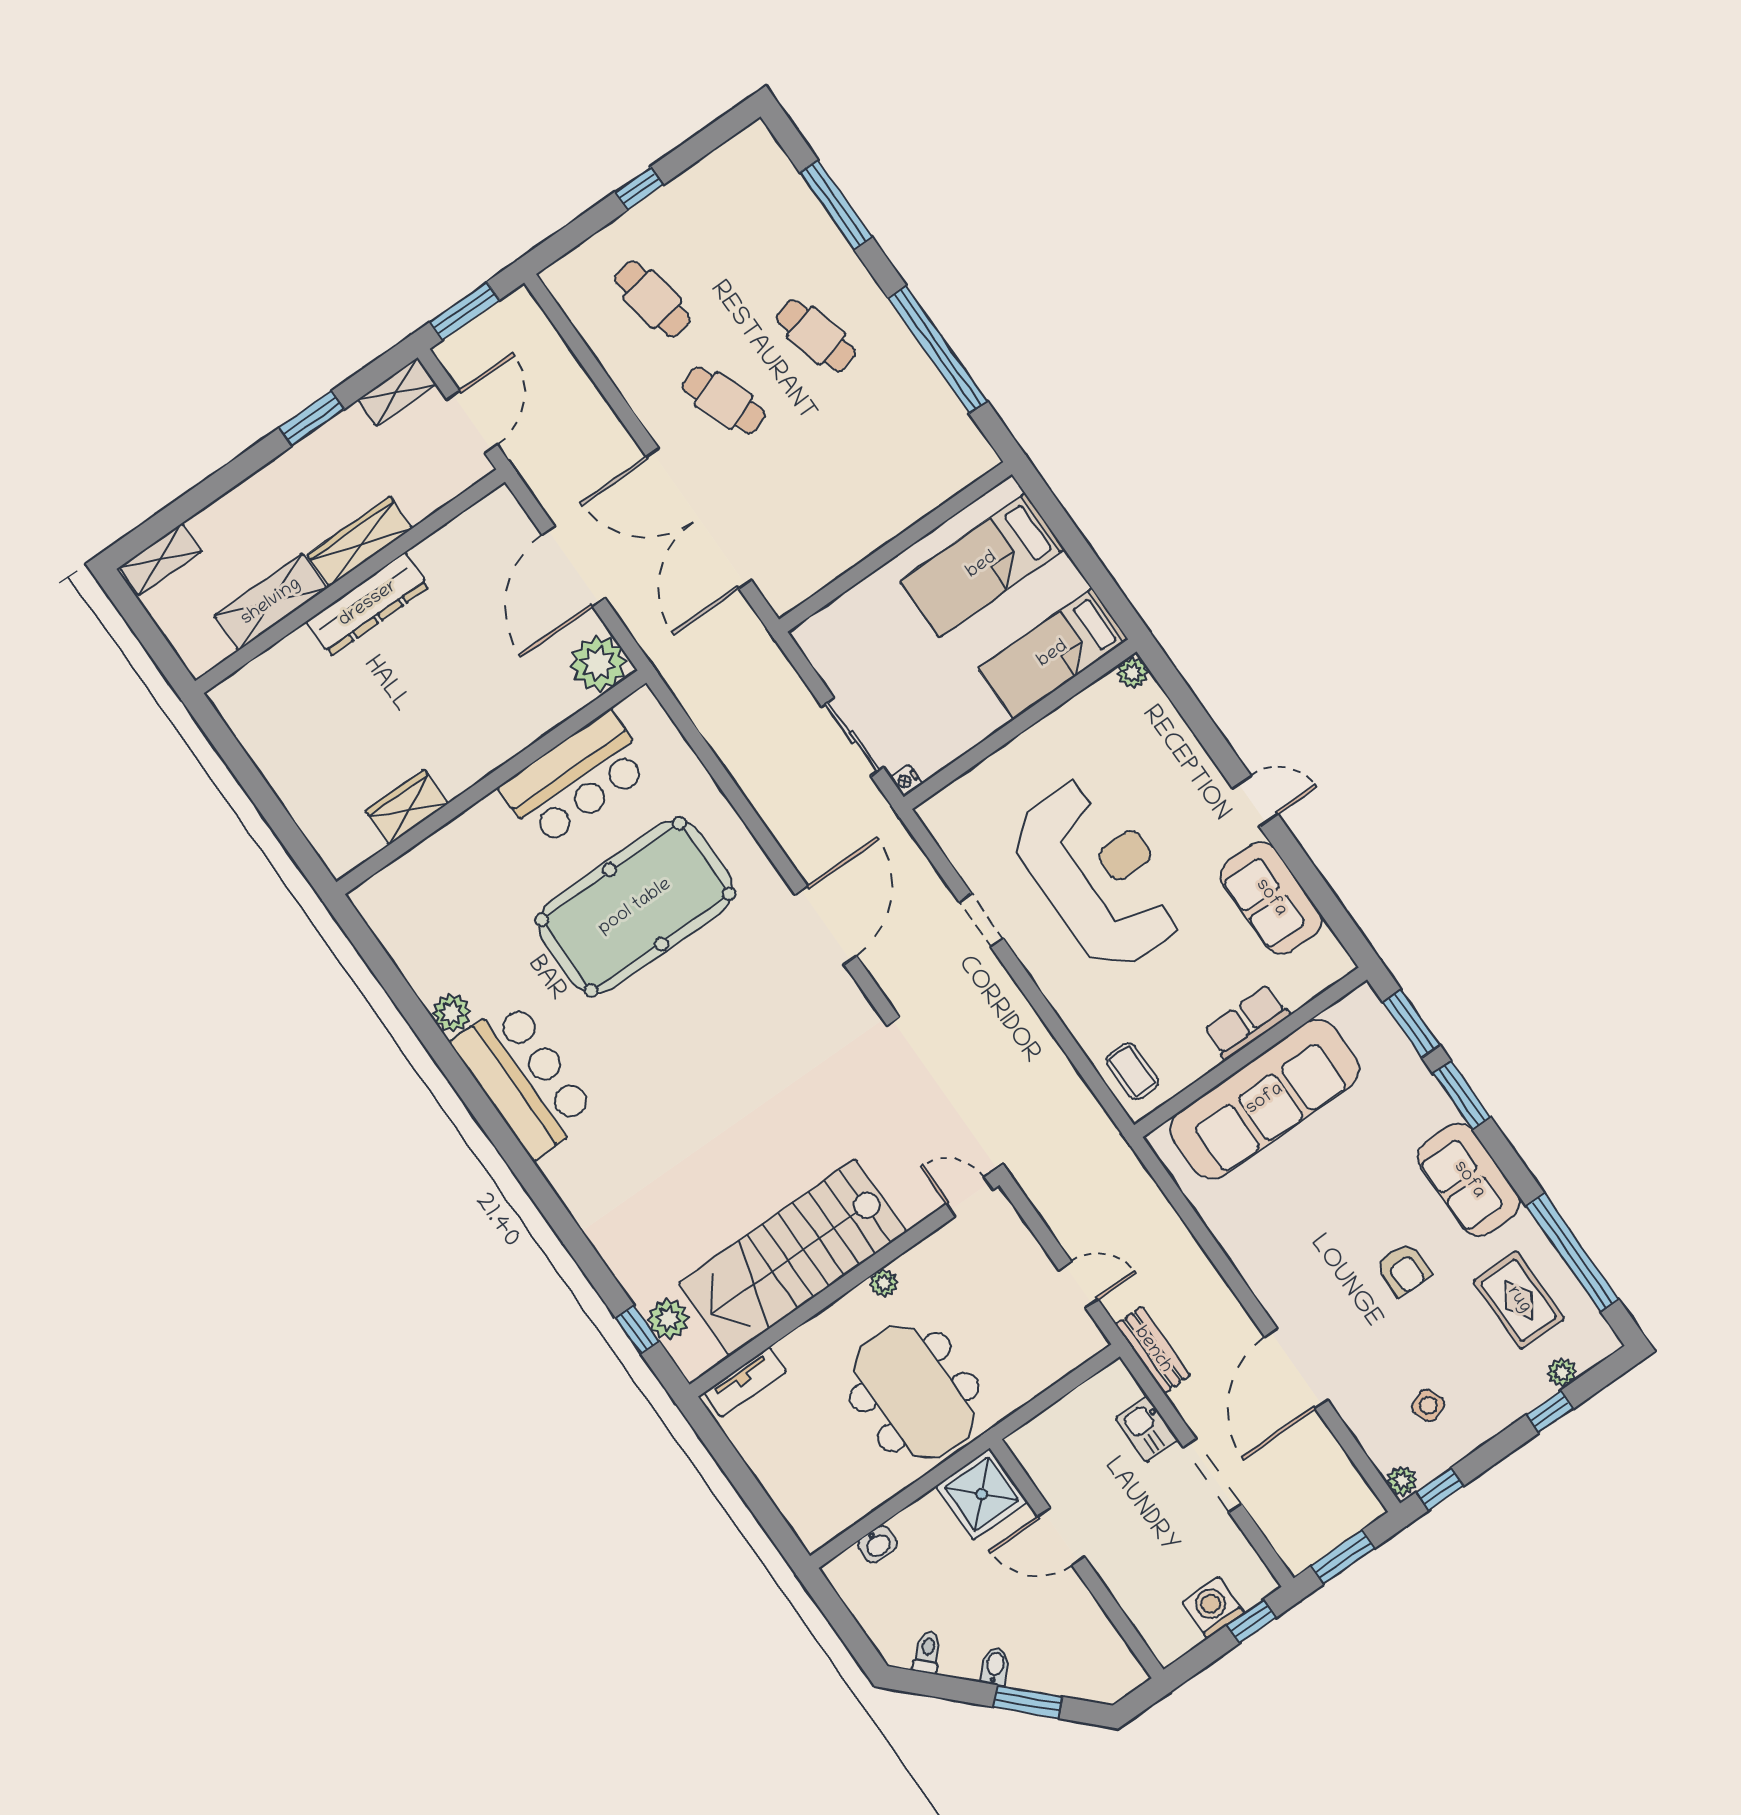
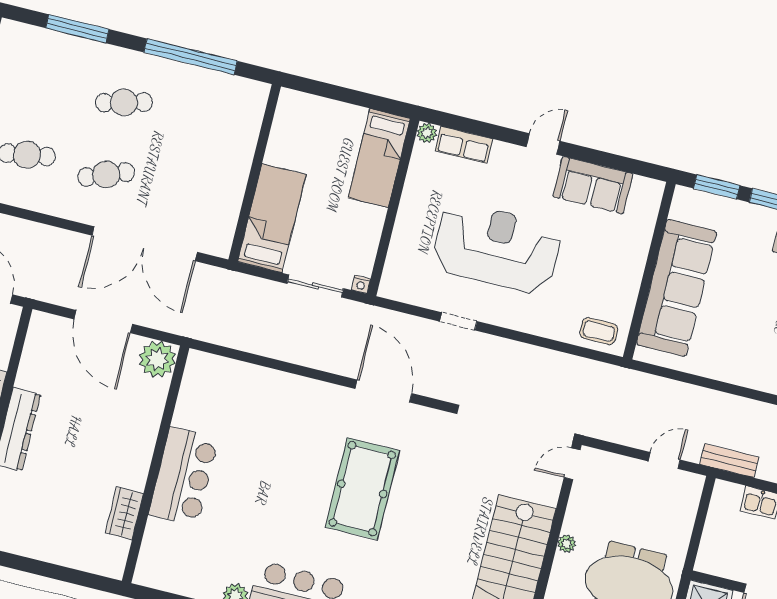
bed: (982, 565) -> (272, 218), moved, turned 180
bar counter: (576, 779) -> (184, 477), moved
pool table: (635, 907) -> (362, 489), moved, width x0.73, depth x0.76
row of seats: (1247, 1022) -> (464, 145), moved, turned -90

